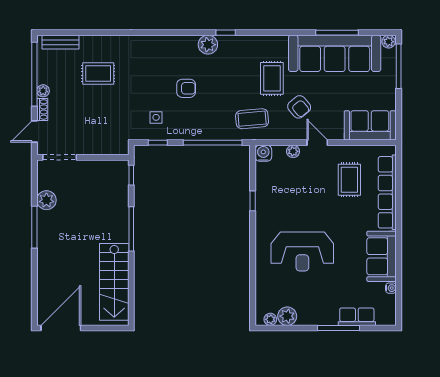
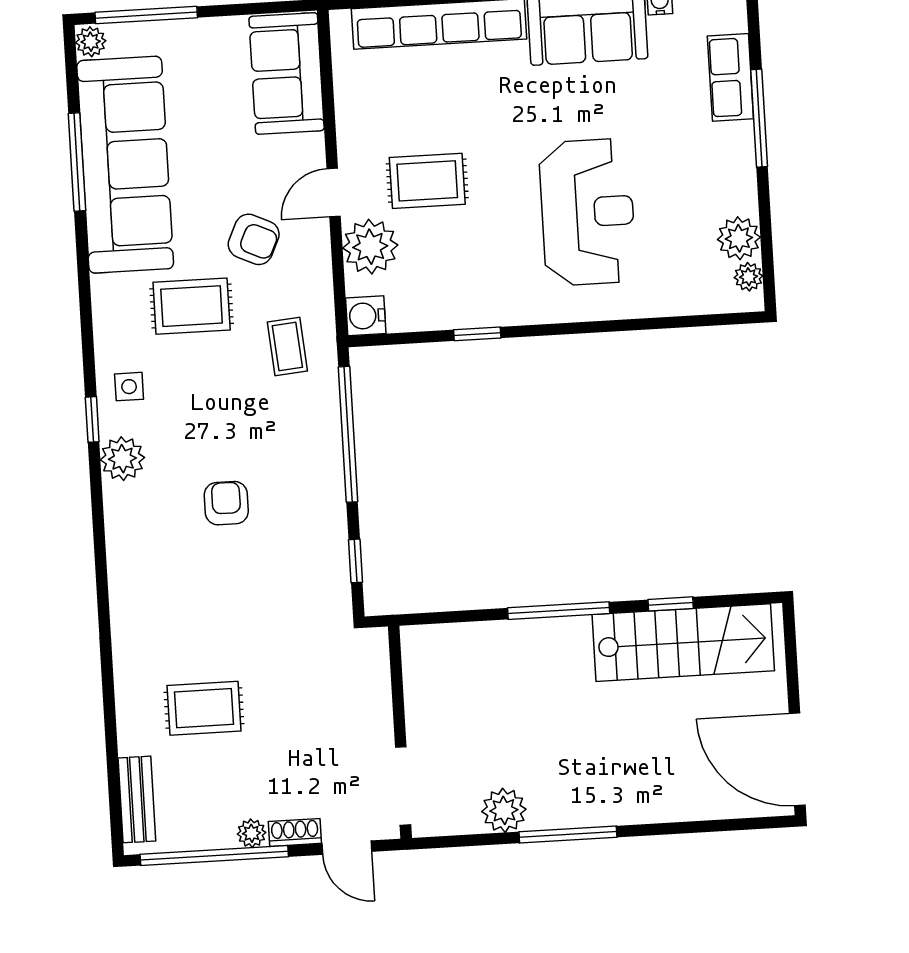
rug: (98, 73) -> (204, 708), turned 90
armchair: (299, 107) -> (254, 239), turned 65
side table: (156, 117) -> (129, 387), moved
coffee table: (252, 119) -> (287, 347), width x0.73, depth x0.77
plant: (293, 151) -> (370, 247), width x1.88, depth x1.88
window: (131, 175) -> (671, 604), moved
rug: (349, 180) -> (427, 181), moved

